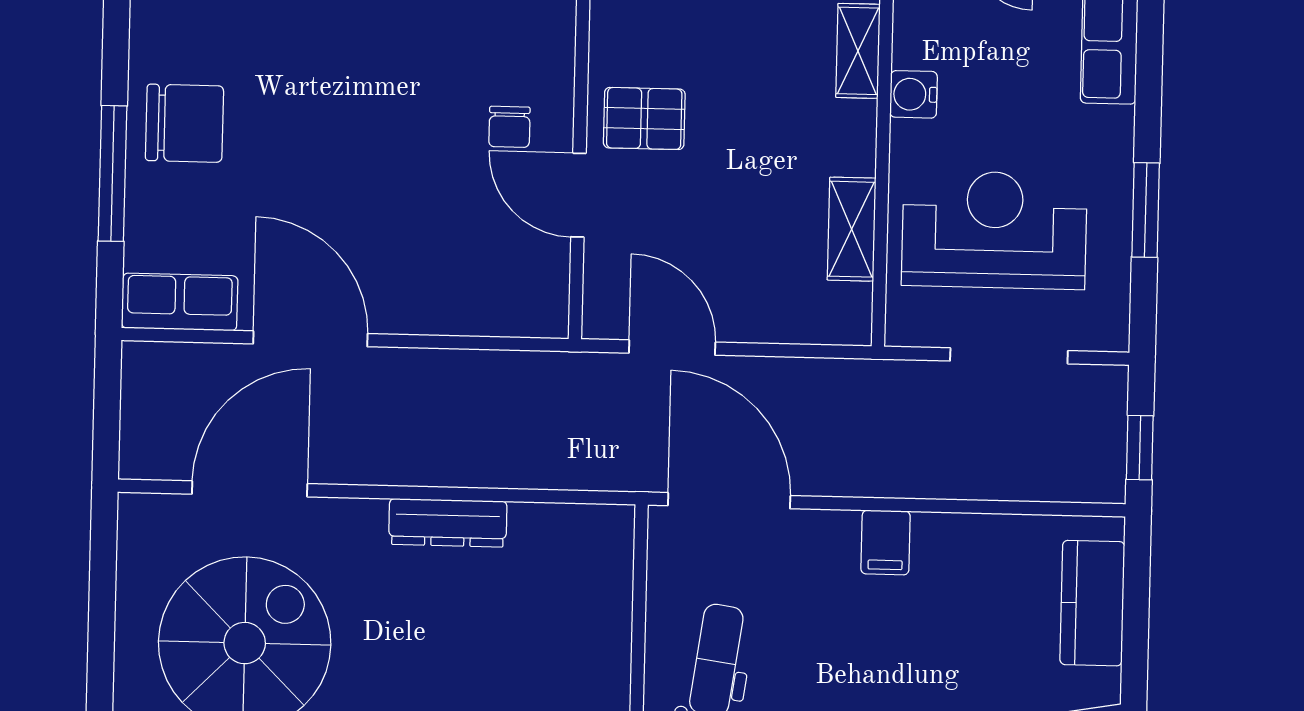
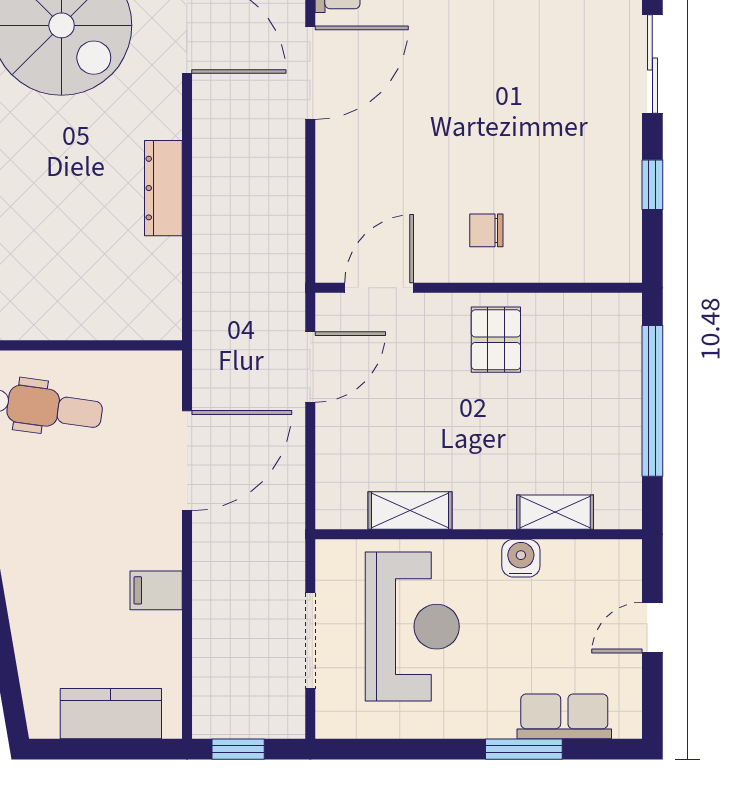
door: (578, 195) -> (379, 288), moved
window: (1146, 210) -> (524, 749), moved
door: (729, 501) -> (187, 461), moved
filing cabinet: (886, 542) -> (156, 590), moved

